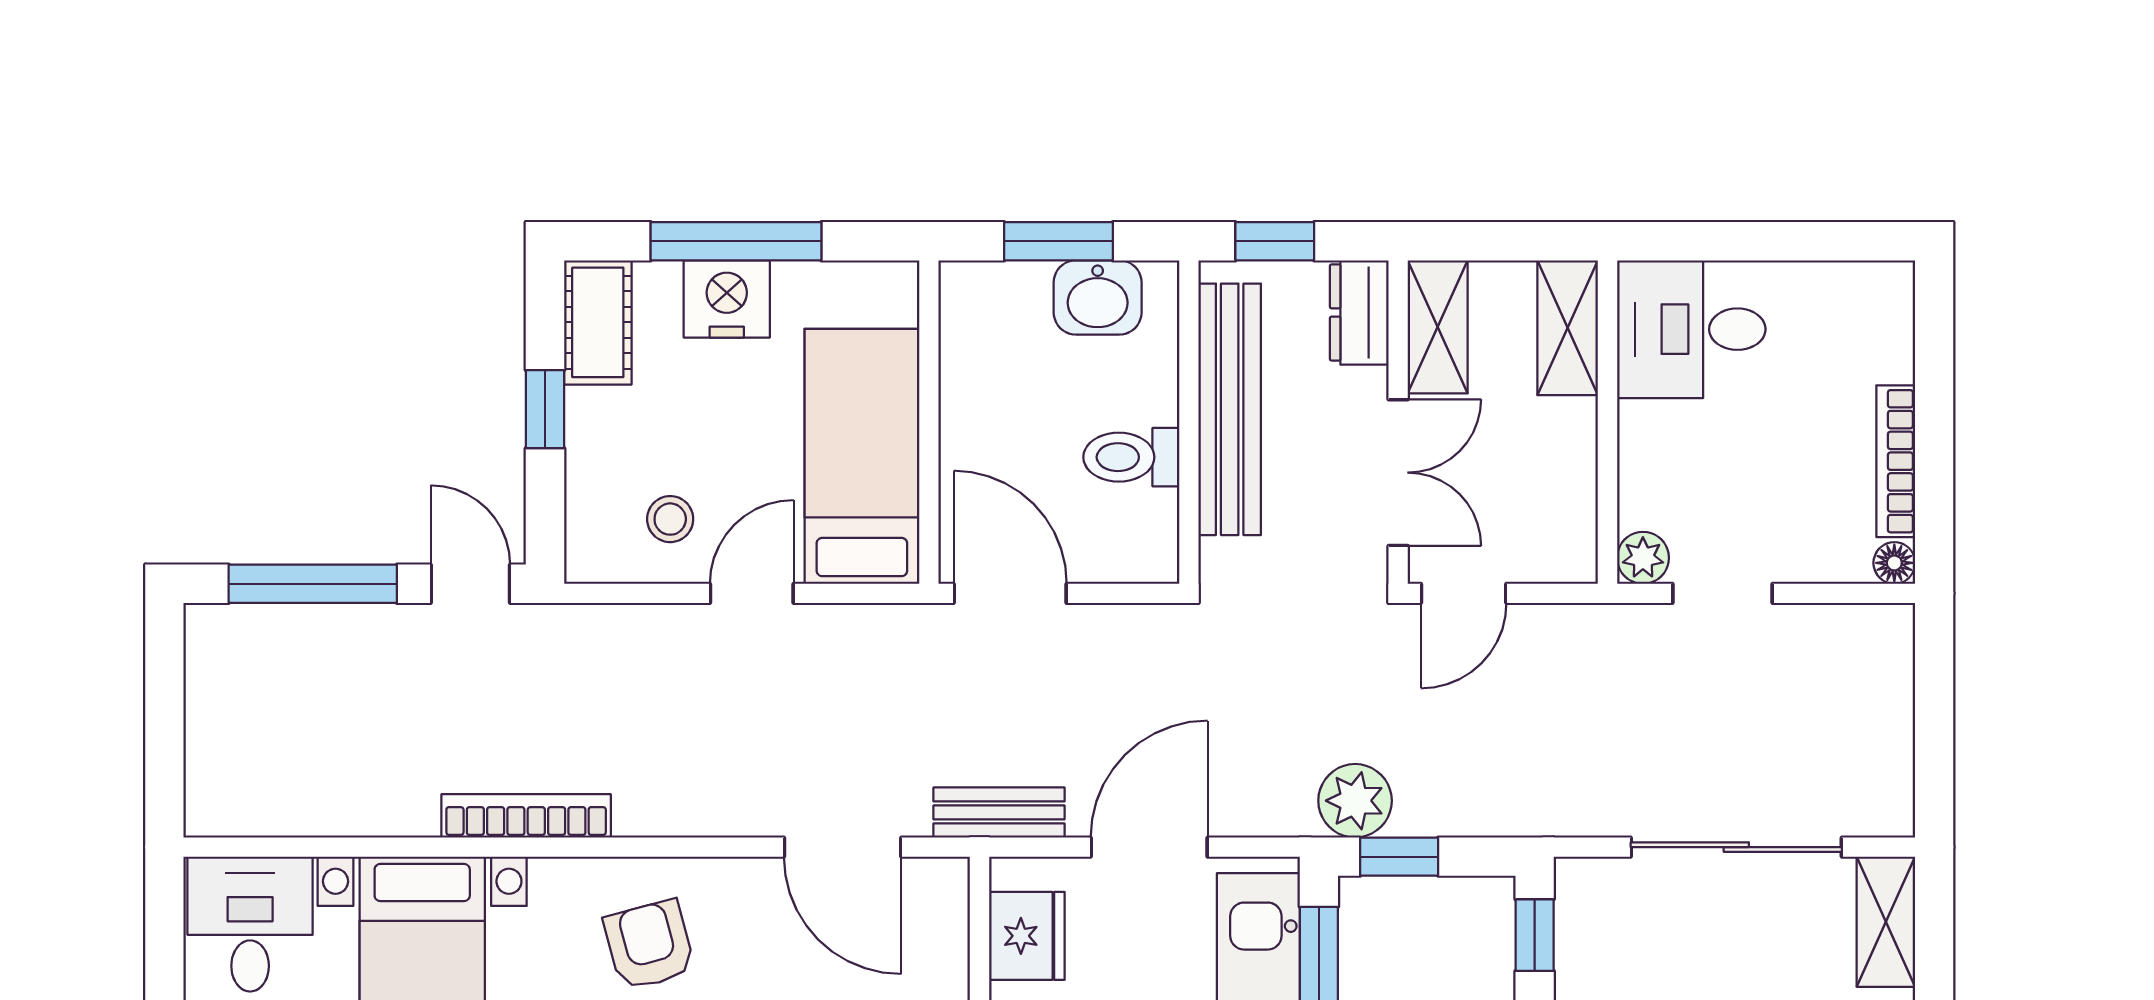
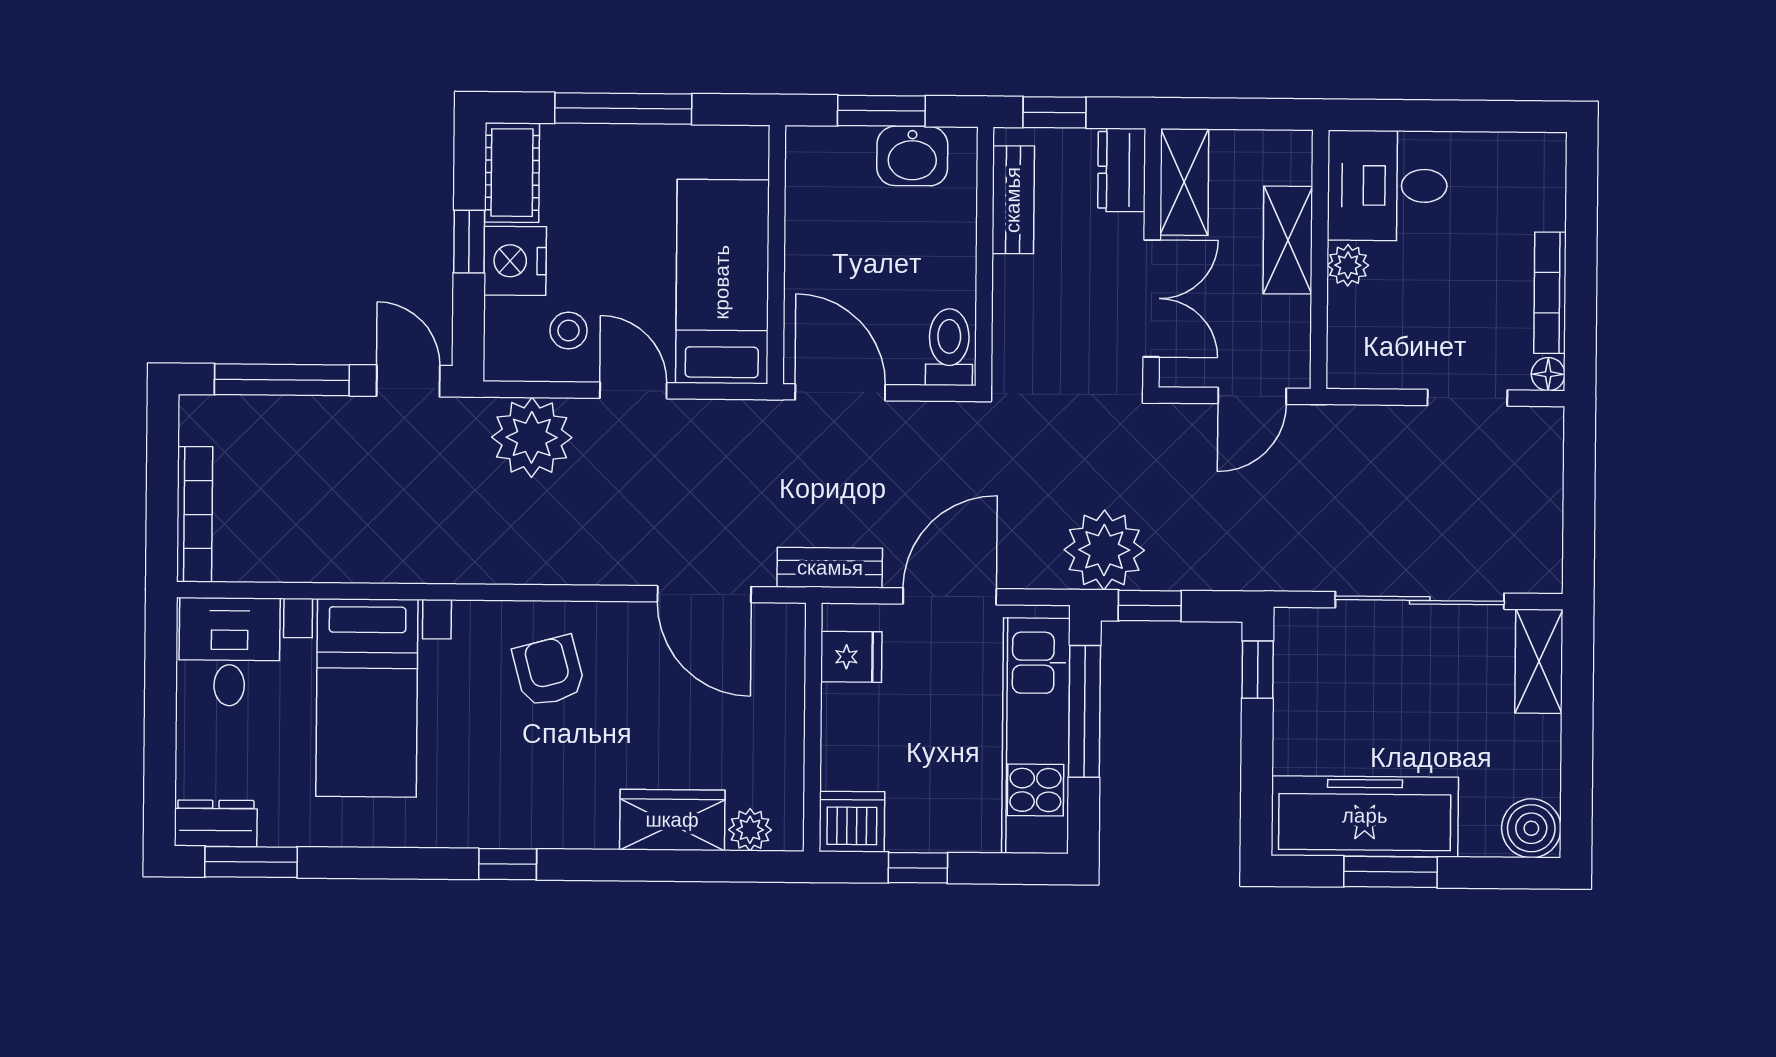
nightstand: (727, 299) -> (515, 261), moved, turned -90
shelving: (1568, 328) -> (1288, 240), moved
bench: (1230, 409) -> (1013, 200), width x0.54, depth x0.82
toilet: (1131, 457) -> (949, 347), moved, turned 90
plant: (1643, 558) -> (1348, 265), moved
door: (752, 593) -> (633, 390), hinge flipped
door: (1464, 593) -> (1252, 396), moved
doorway: (1722, 593) -> (1467, 398), moved
plant: (625, 653) -> (532, 437), added
plant: (1355, 801) -> (1104, 550), width x1.36, depth x1.36
bookcase: (526, 816) -> (195, 514), moved, turned 90
fridge: (1027, 936) -> (851, 657), width x0.72

